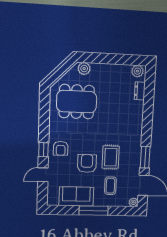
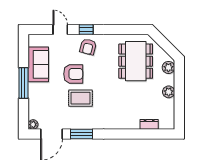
plant: (137, 71) -> (169, 92), moved
armchair: (61, 148) -> (88, 47), turned -76
coffee table: (110, 186) -> (50, 99), removed

